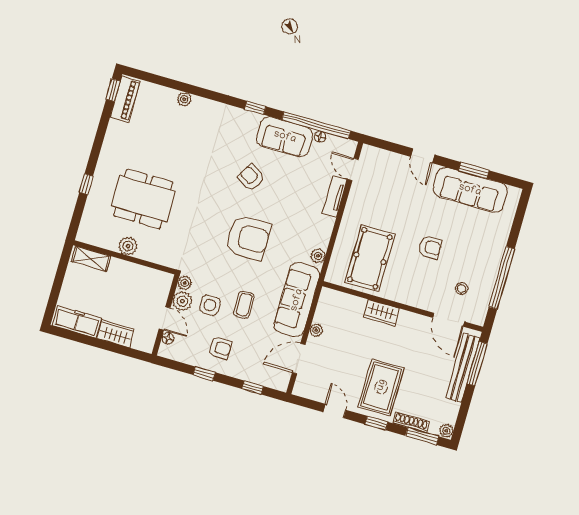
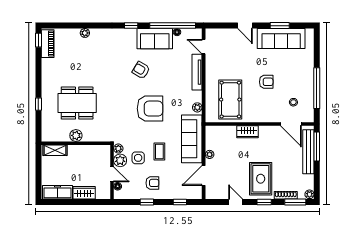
tv unit: (335, 196) -> (197, 72), width x1.41

